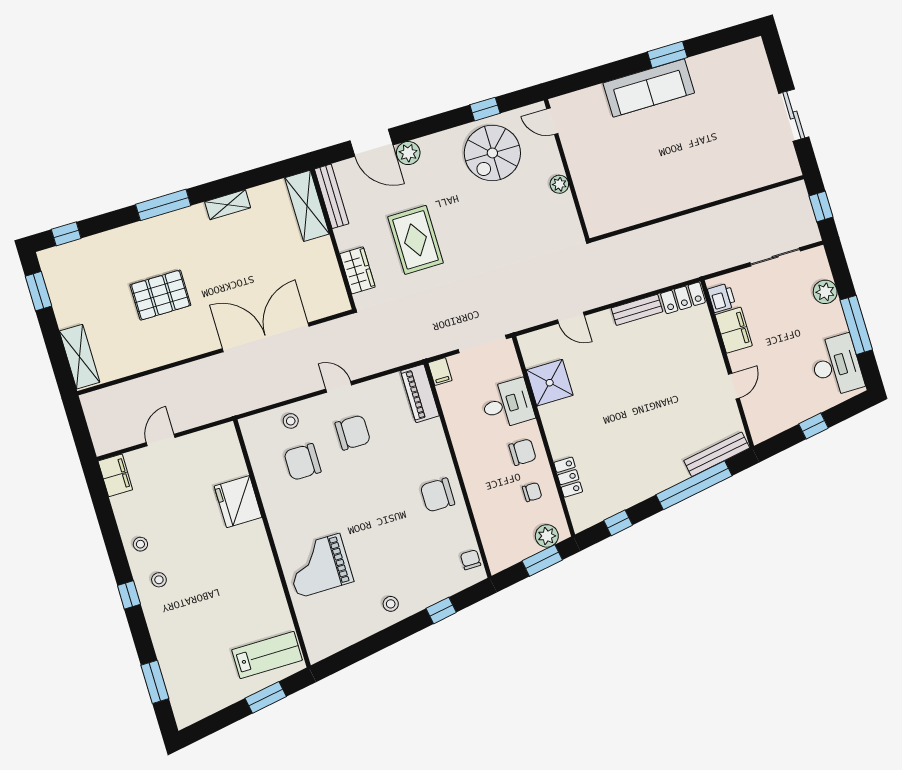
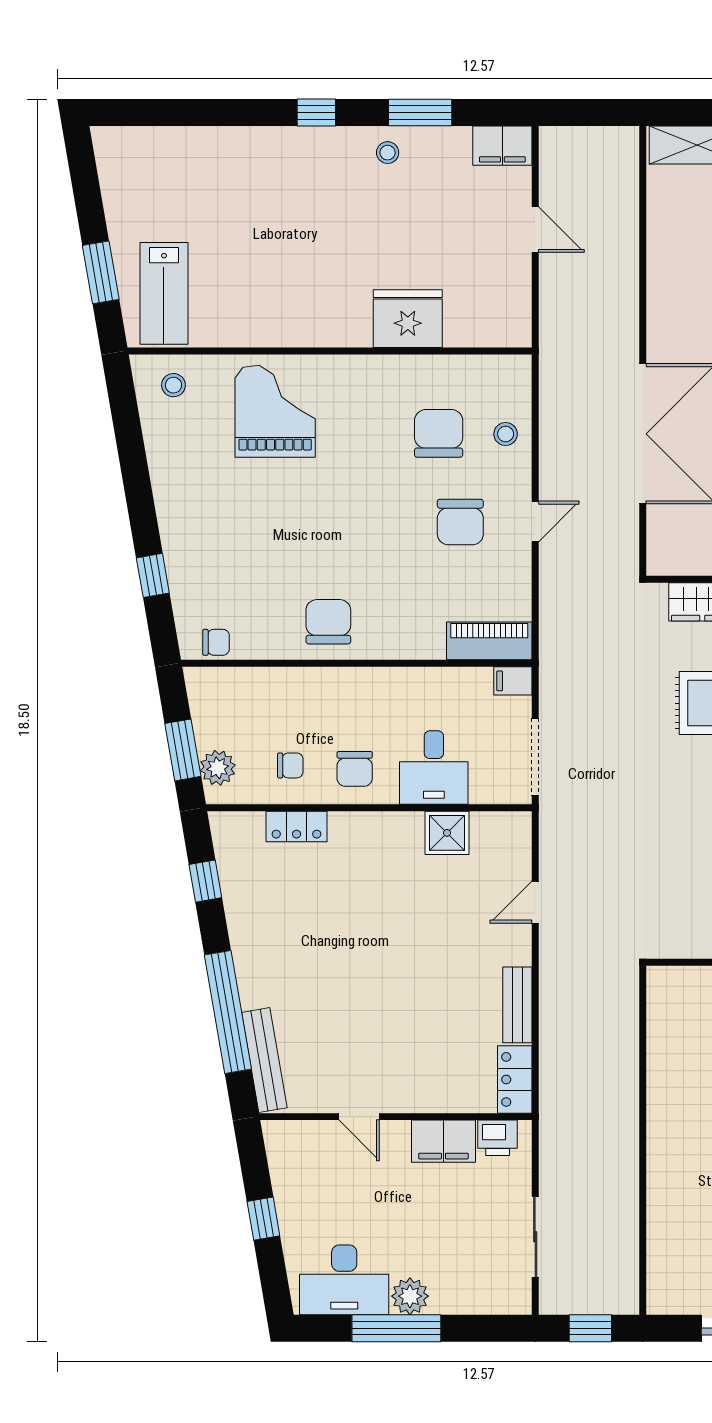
plant: (825, 292) -> (410, 1296), moved
shower: (550, 383) -> (447, 833), width x0.73, depth x0.73
chair: (532, 492) -> (290, 765), turned -90
stool: (159, 580) -> (326, 164), removed
stool: (391, 604) -> (173, 385), moved
window: (155, 682) -> (420, 113), moved

